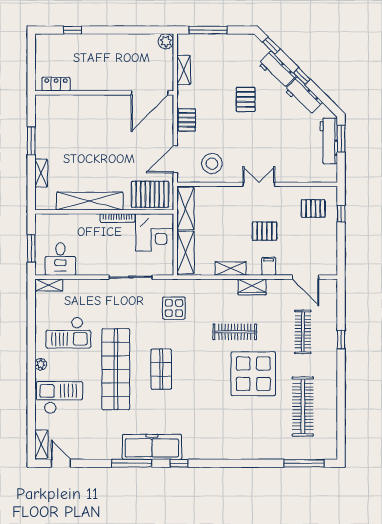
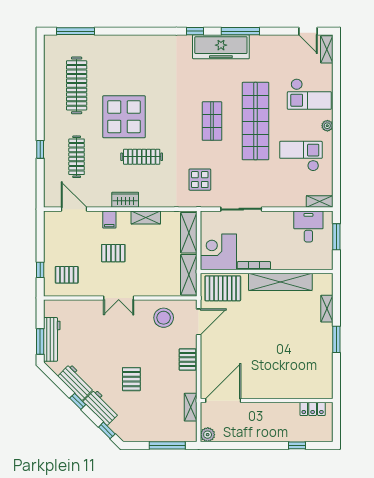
locker: (56, 84) -> (313, 409), moved
wall: (104, 93) -> (267, 401), moved
door: (150, 93) -> (223, 401), moved

